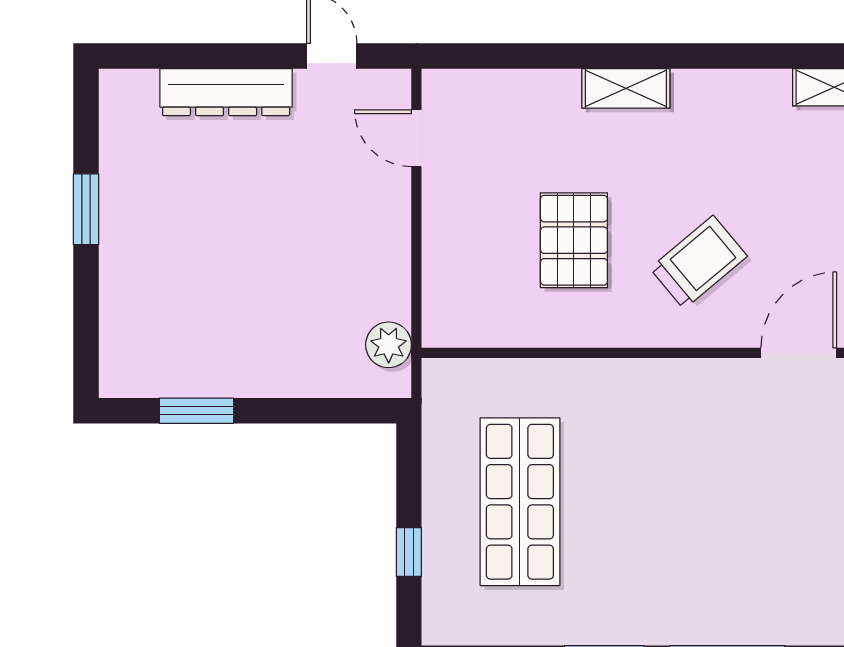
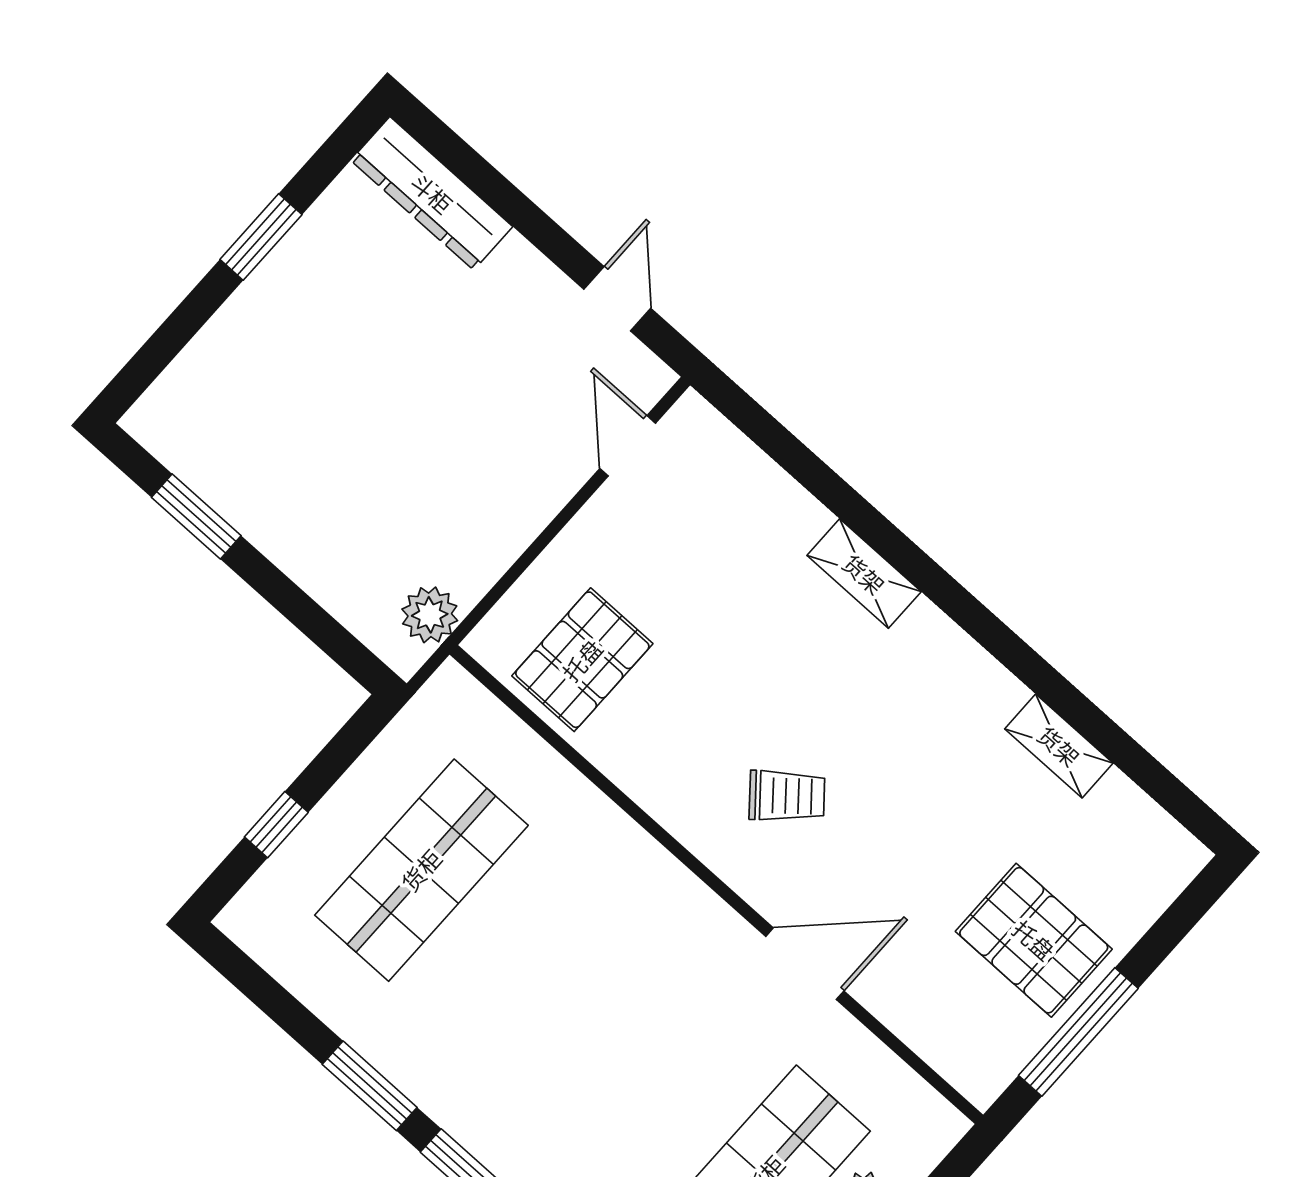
dresser: (226, 92) -> (432, 193), moved
pallet: (574, 240) -> (582, 660), moved
trolley: (699, 262) -> (787, 796), width x0.73, depth x0.72

